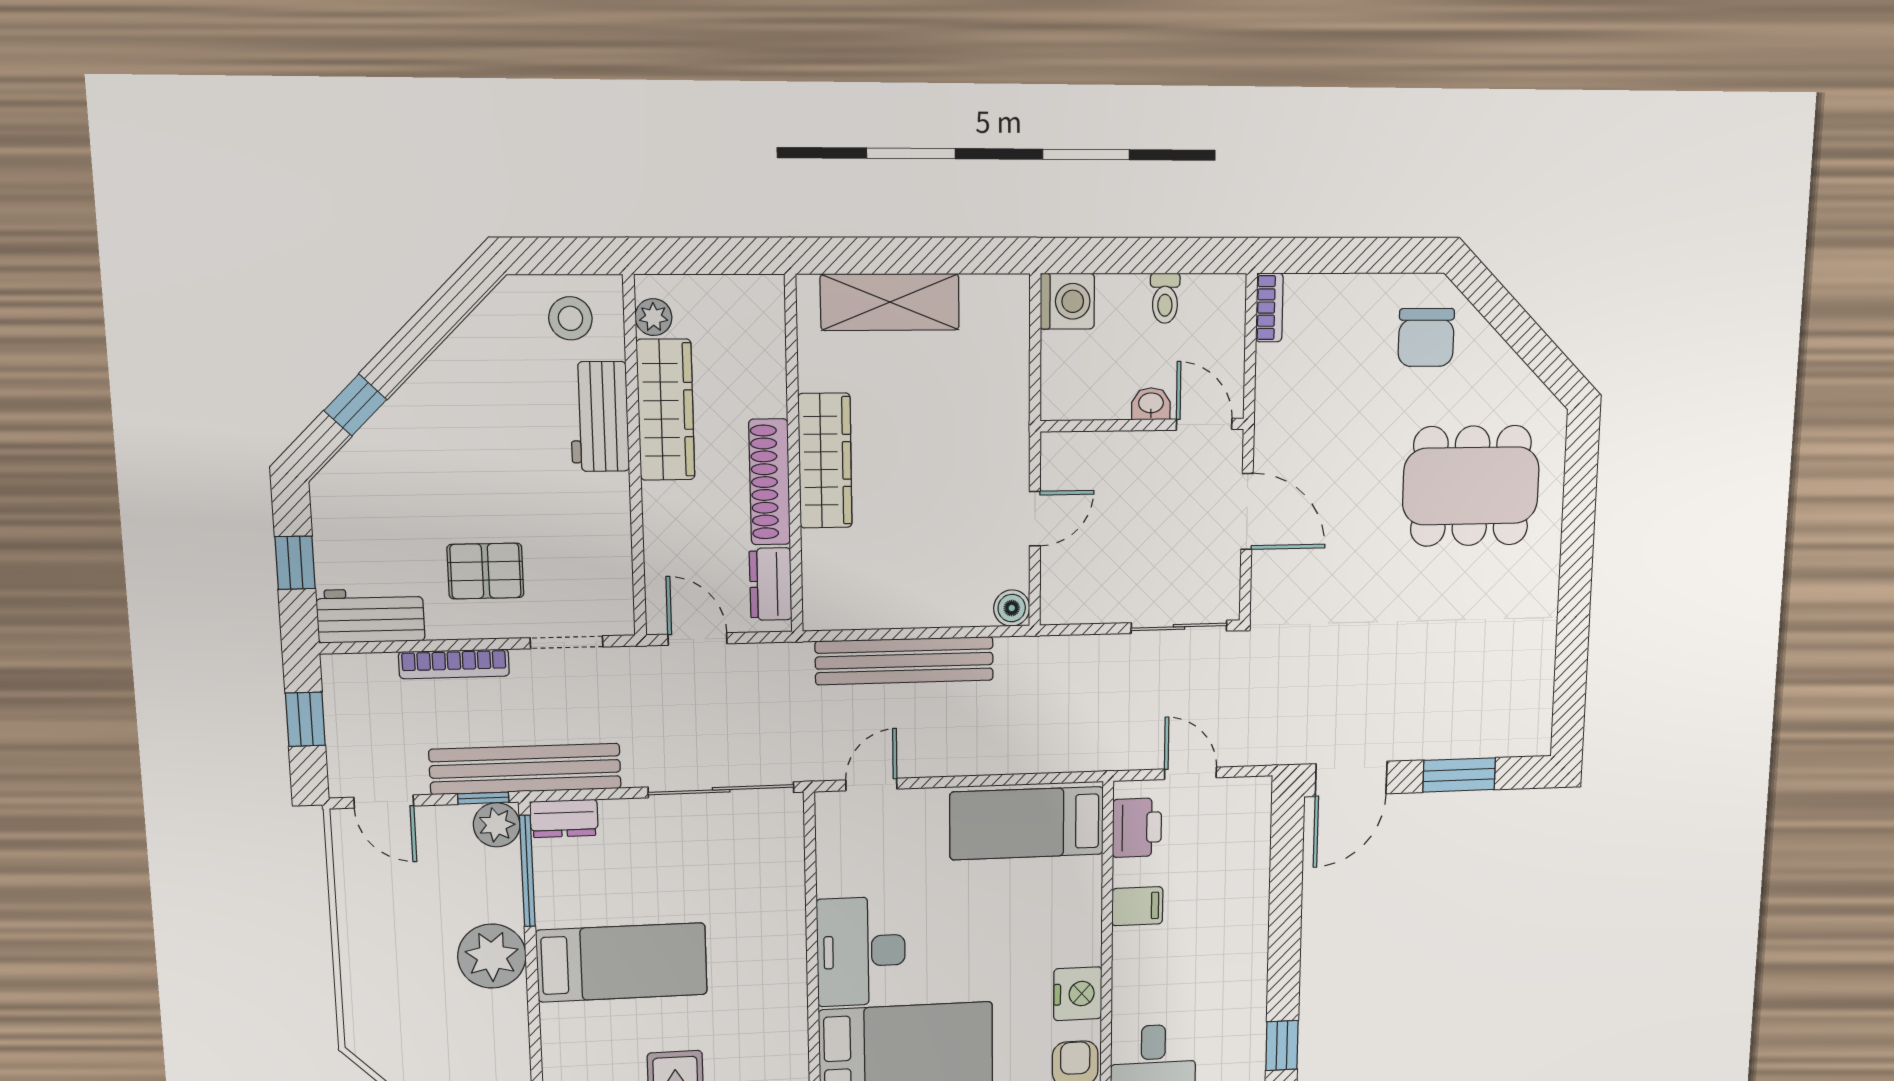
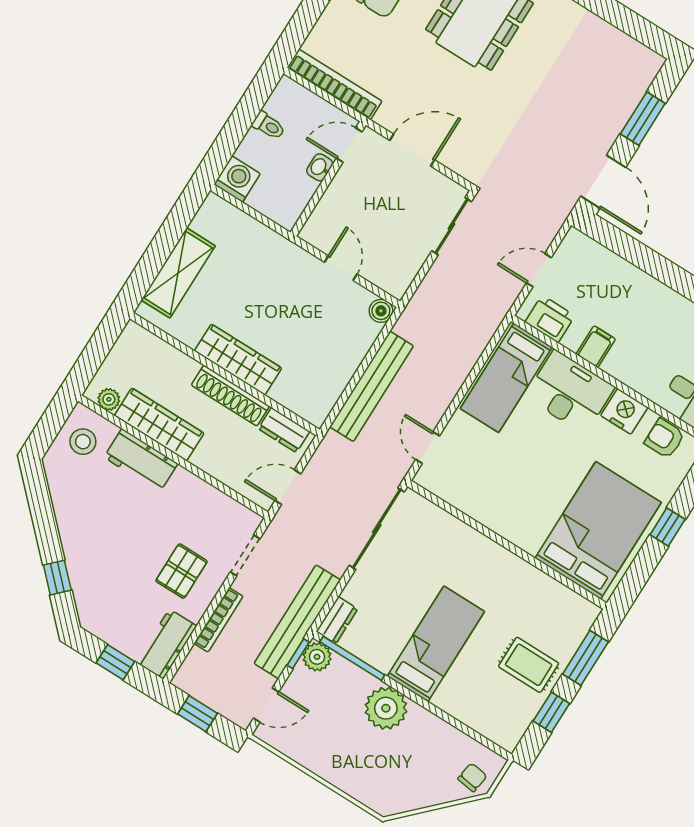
bookcase: (1269, 308) -> (335, 84), width x2.31, depth x1.31
desk: (861, 951) -> (570, 392), moved, turned 180

